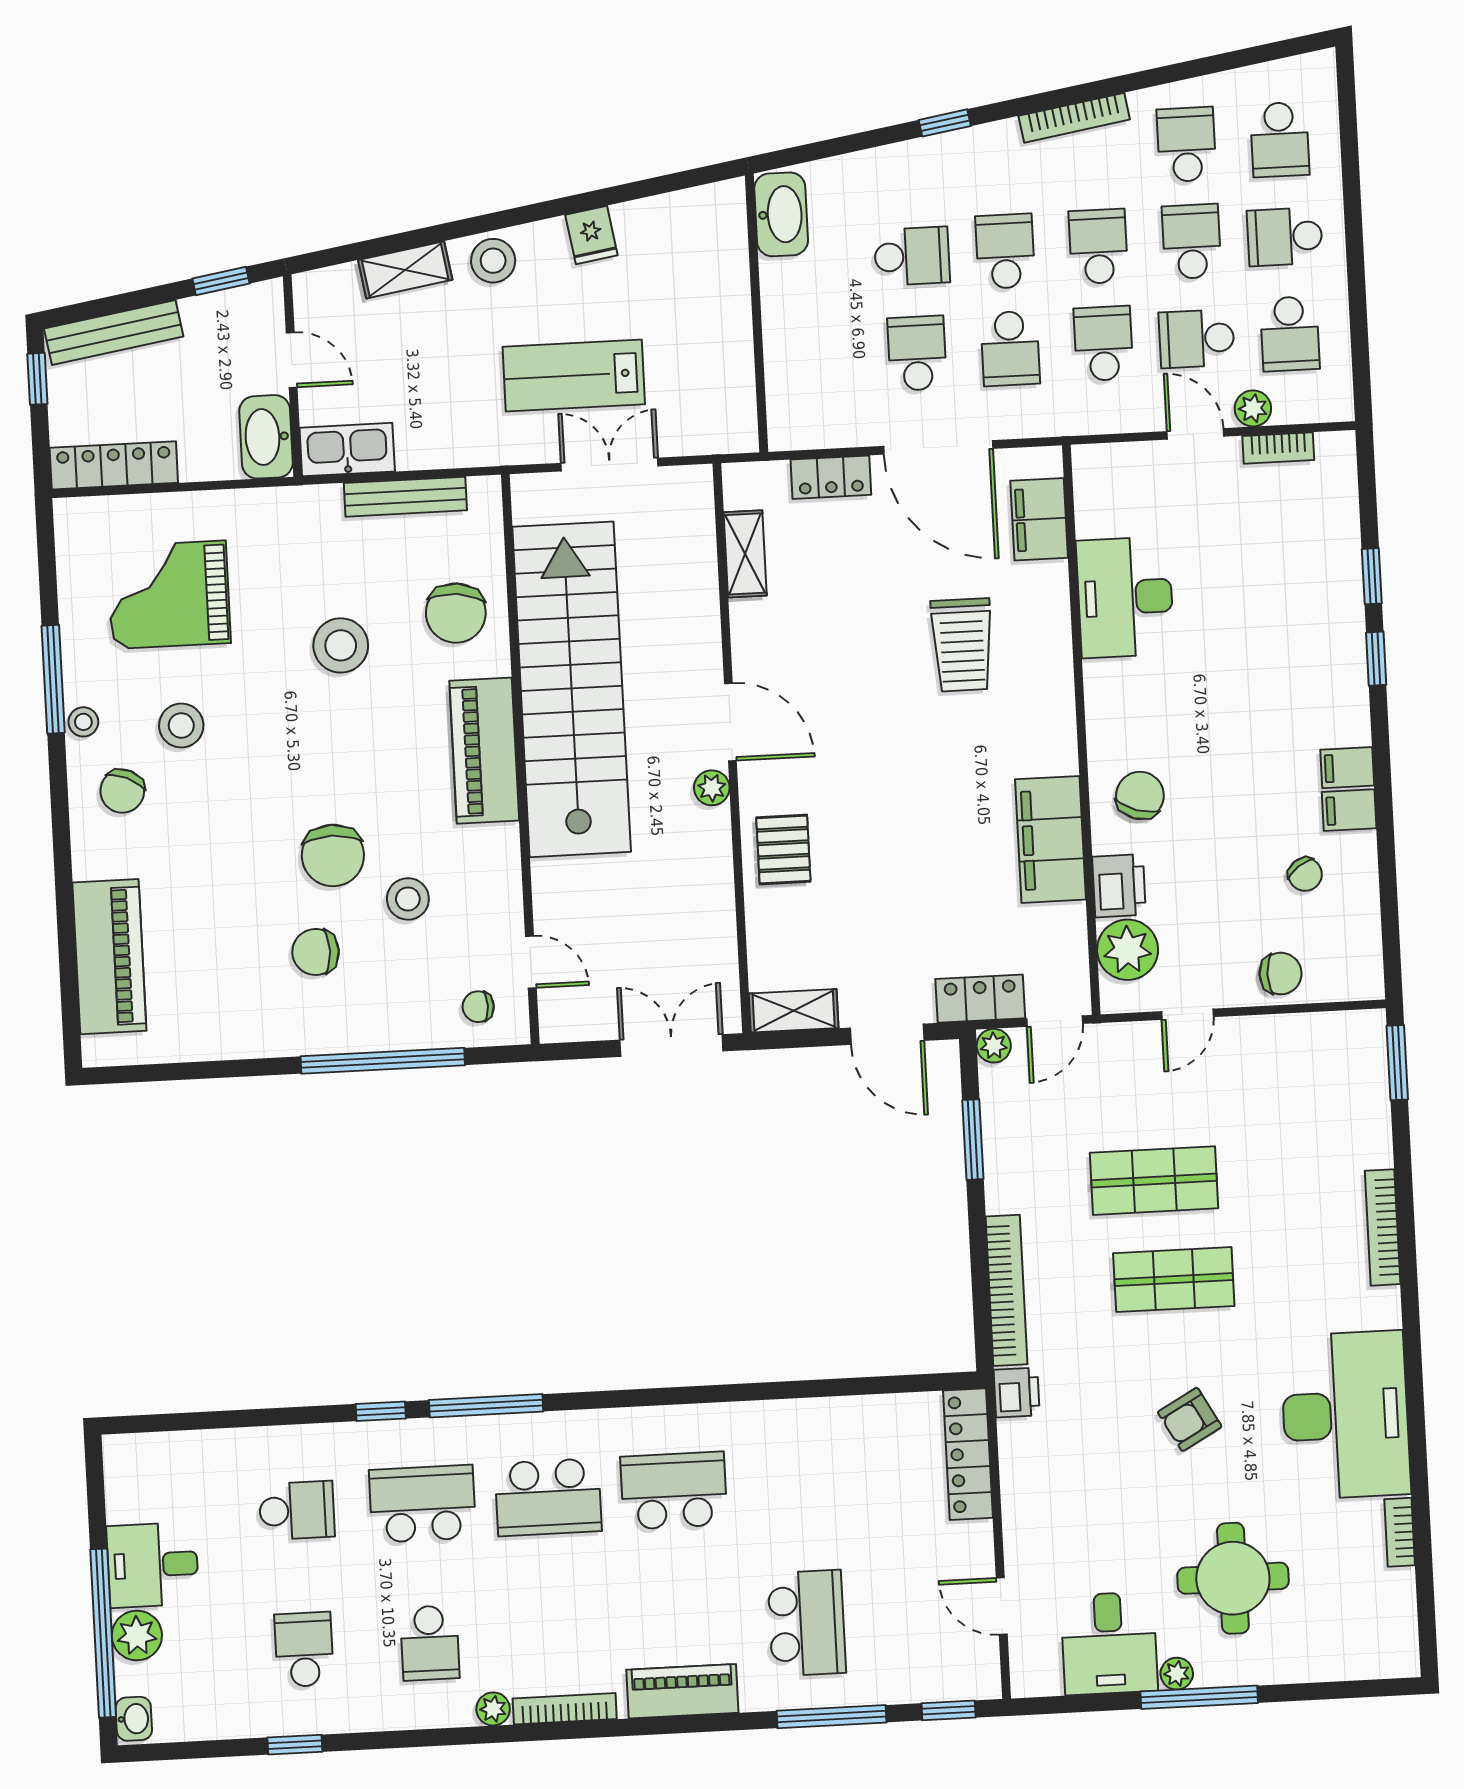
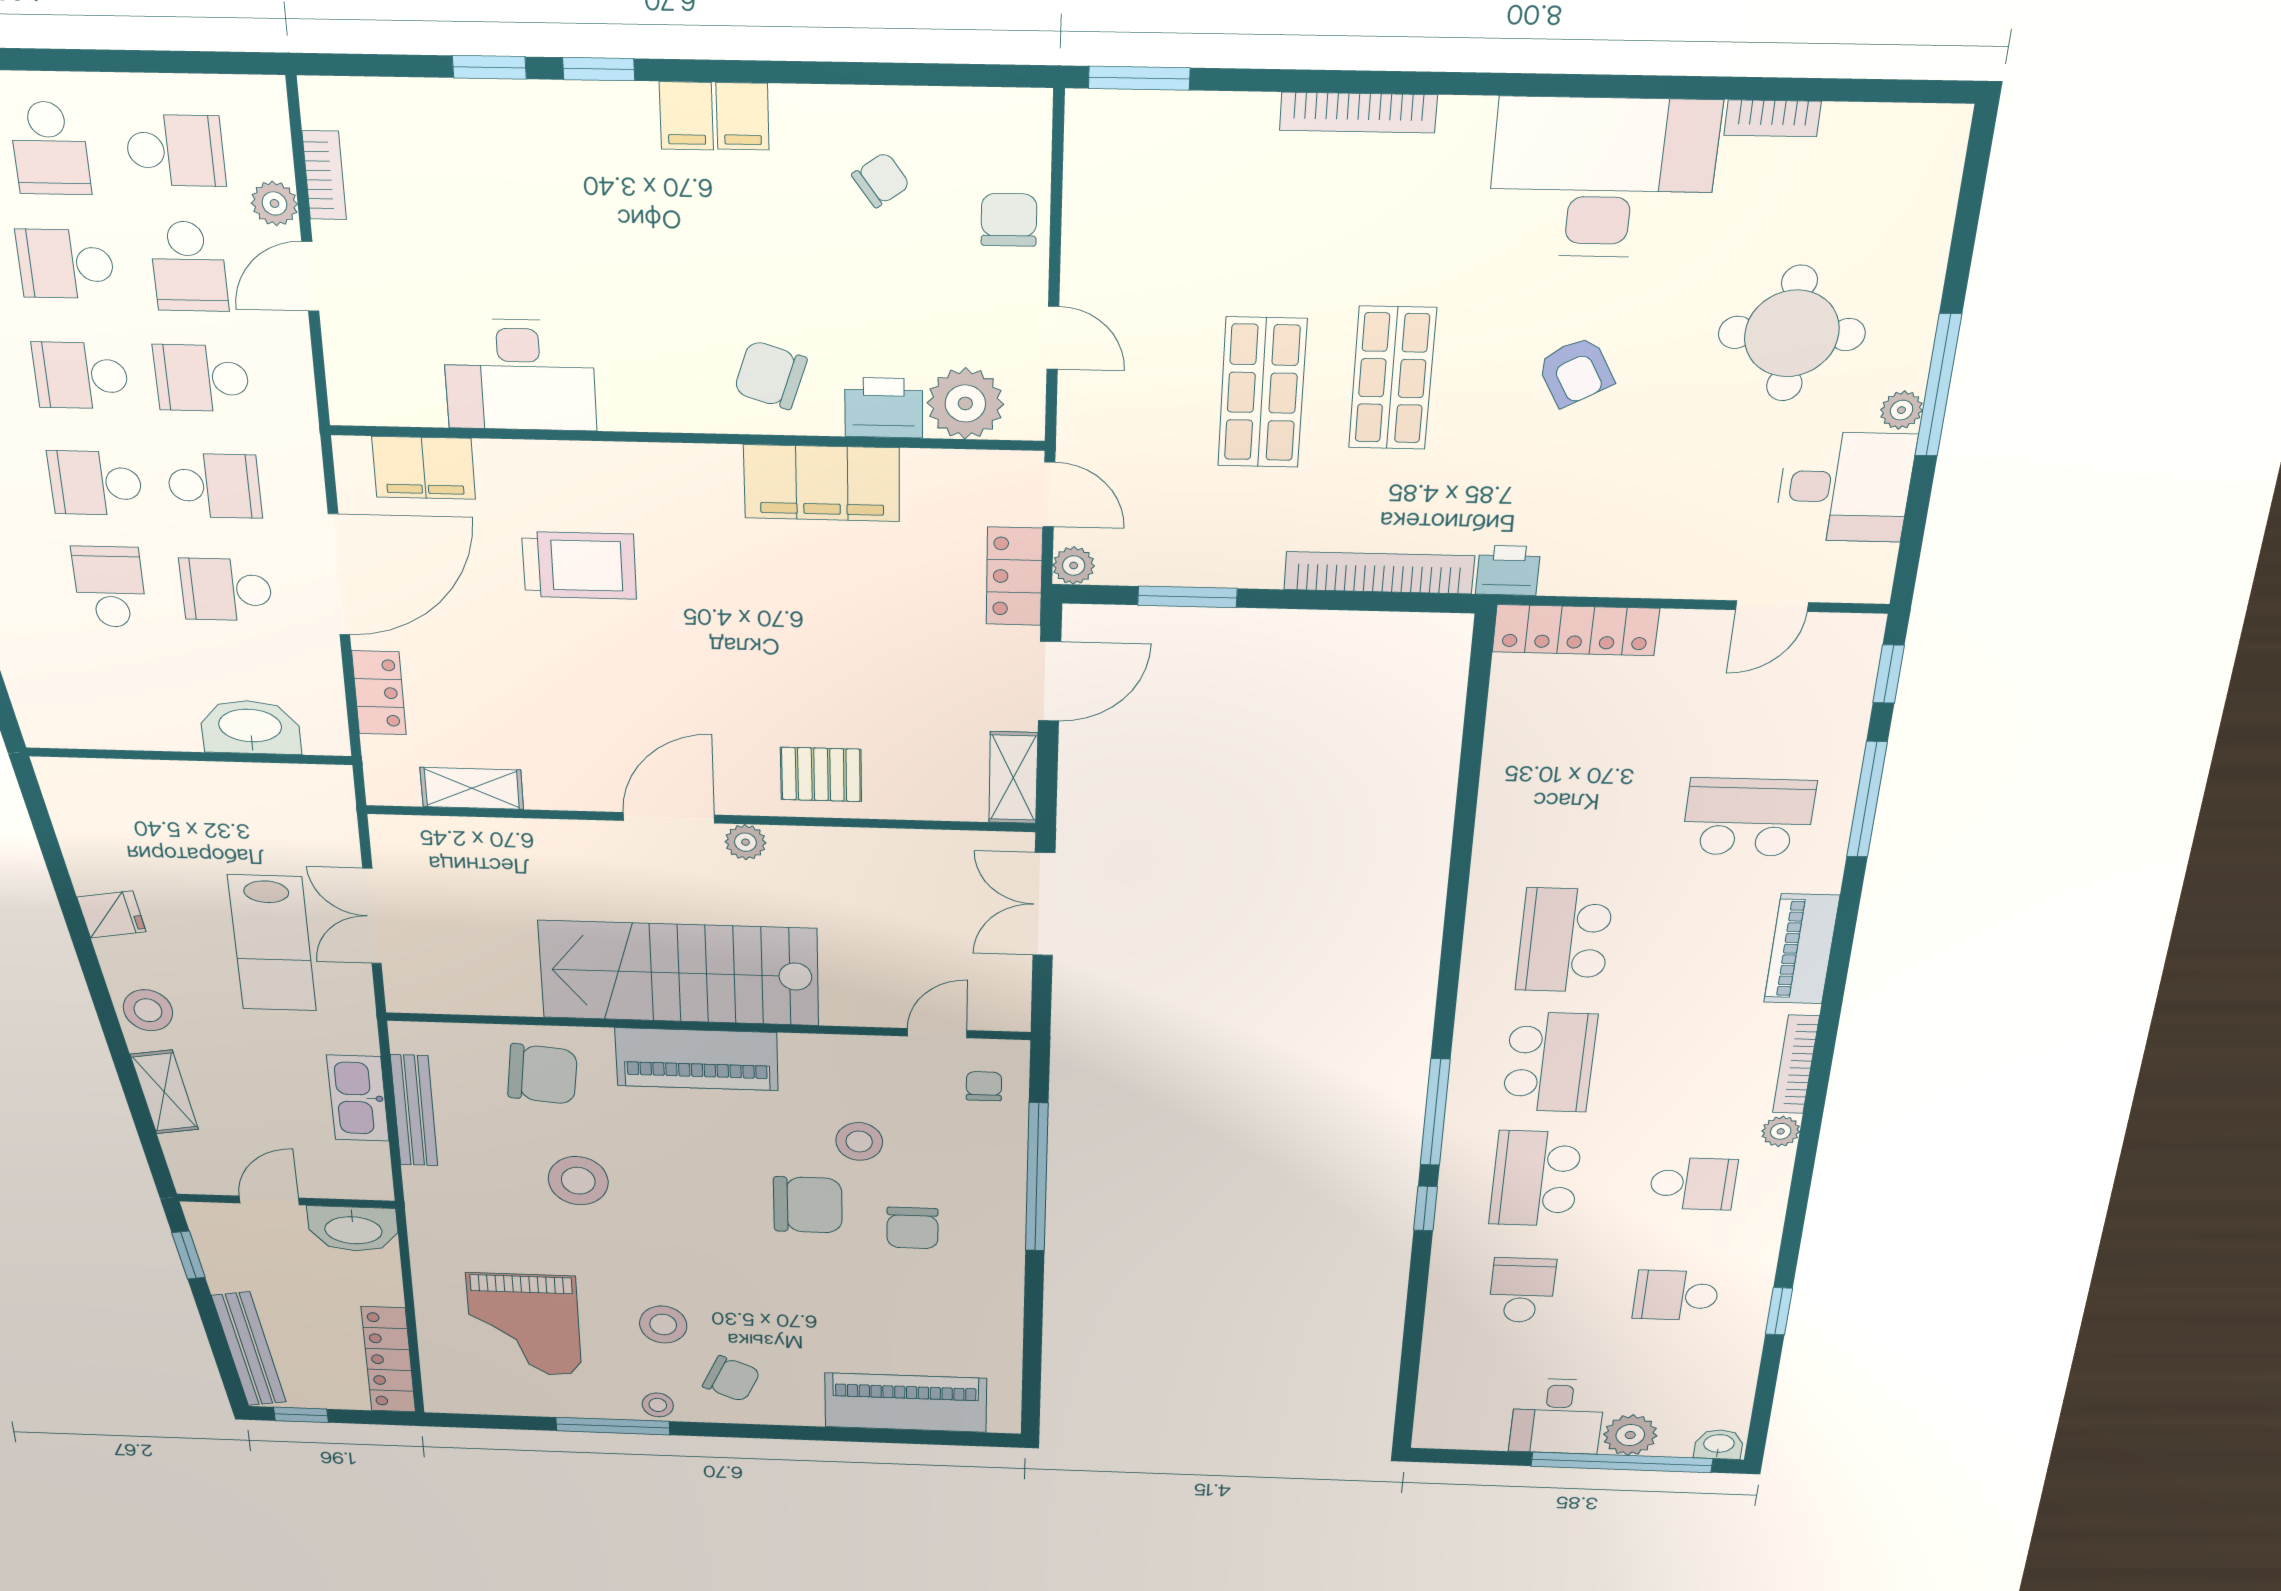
washbasin: (781, 214) -> (250, 727), moved
kitchen sink: (347, 450) -> (358, 1098), moved
stairs: (572, 689) -> (679, 973), width x0.73
filing cabinet: (1349, 810) -> (686, 116), moved
chair: (478, 1007) -> (984, 1086), turned 180

